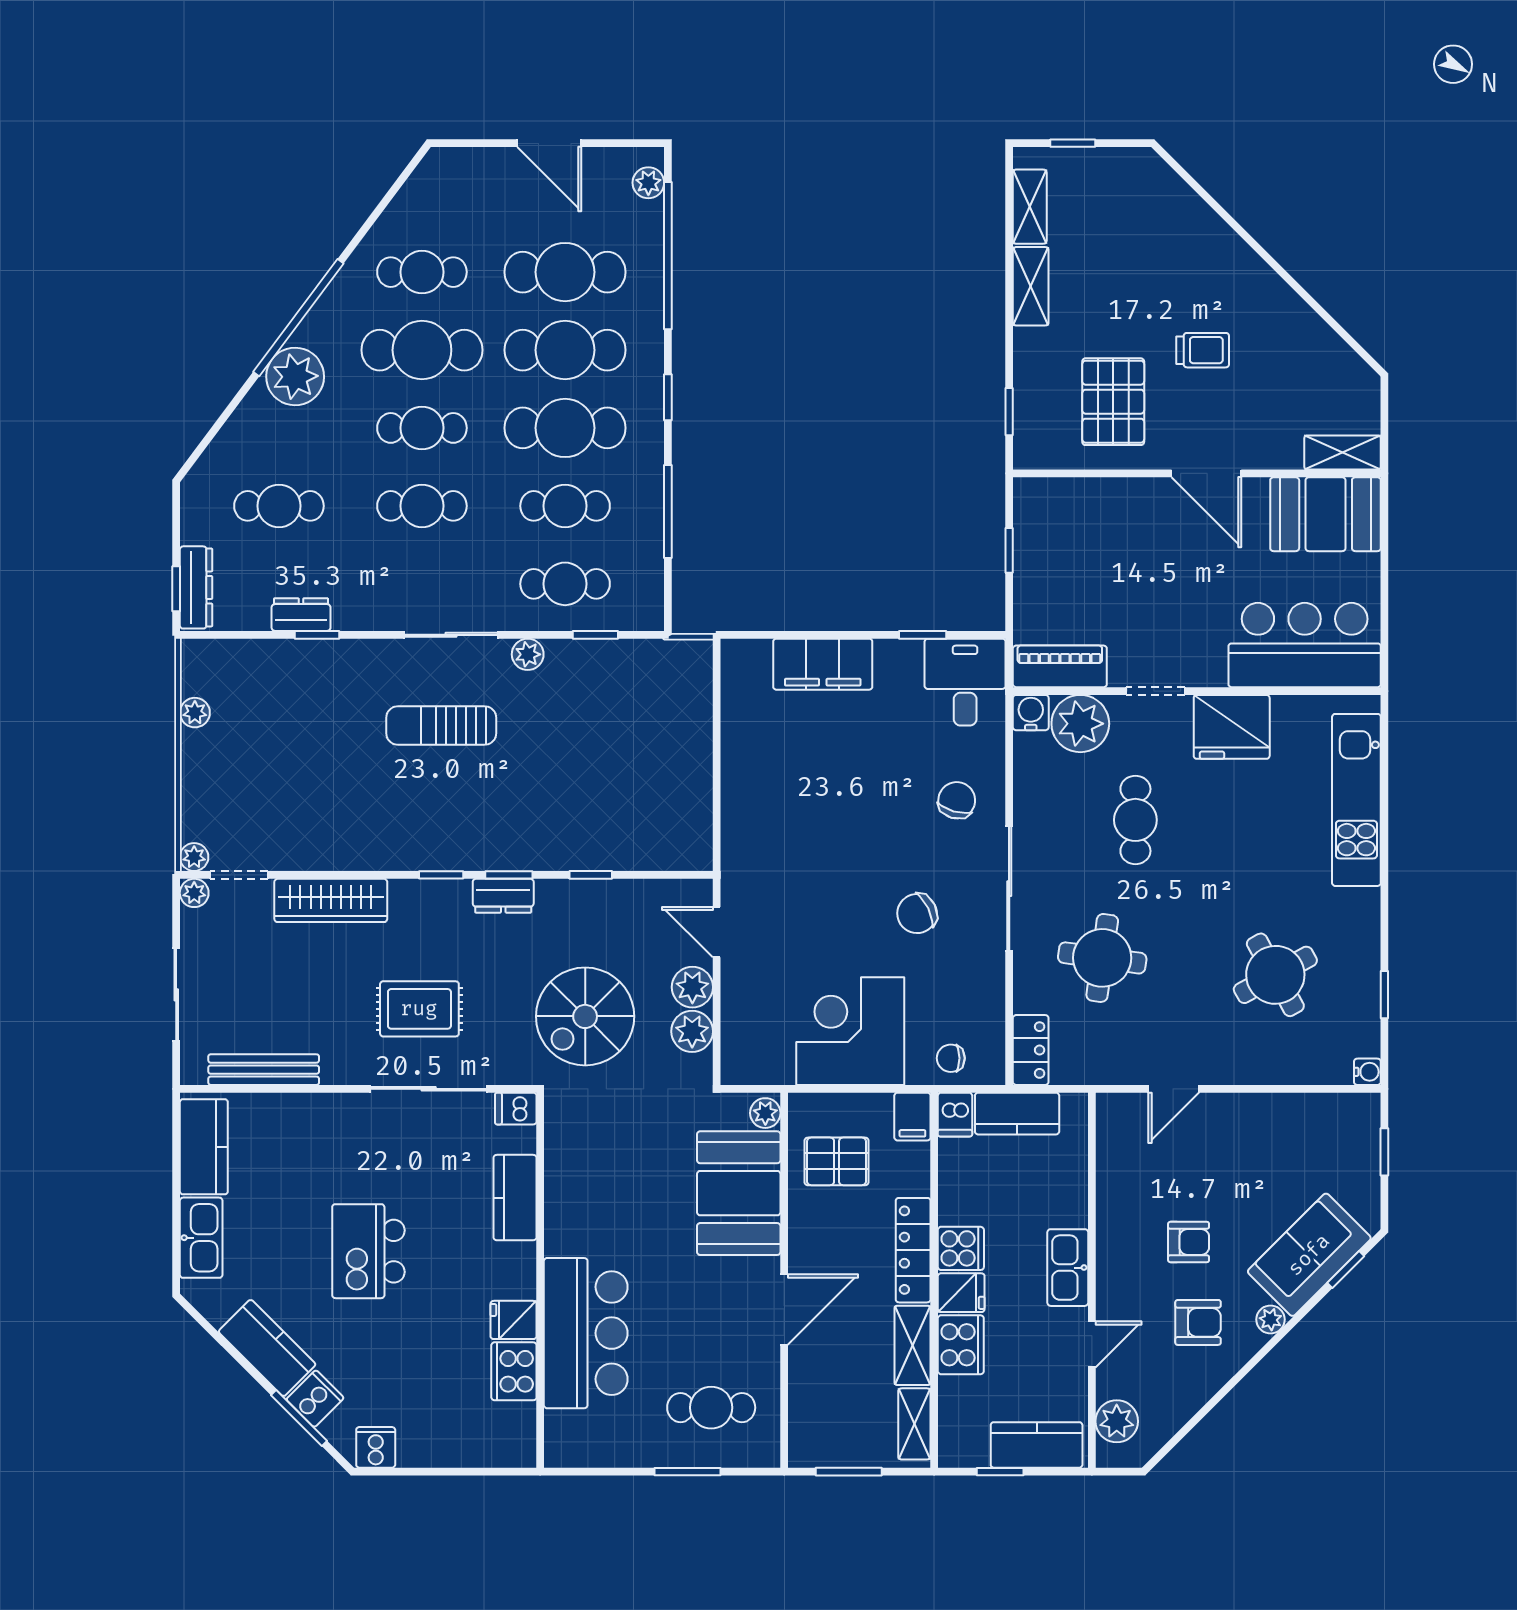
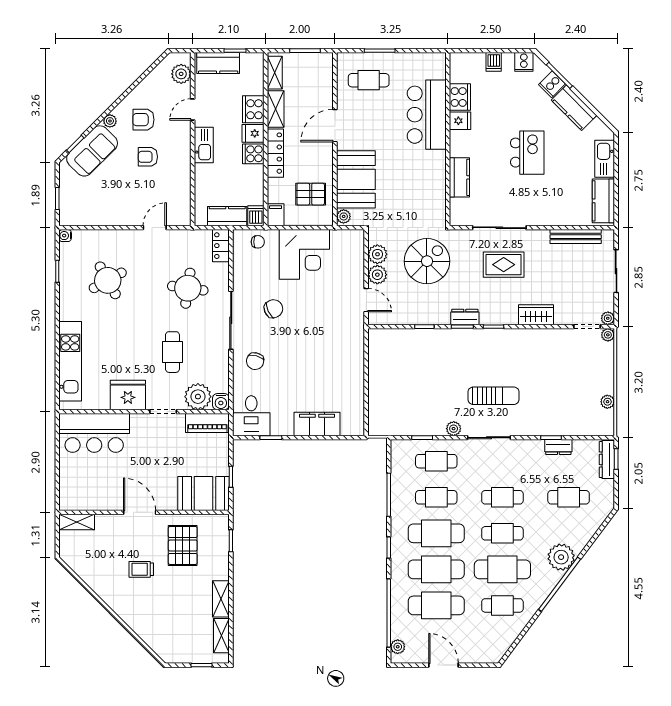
booth: (1326, 514) -> (204, 493), moved
wardrobe: (331, 900) -> (536, 315), width x0.67
dishwasher: (516, 1109) -> (494, 62), moved, turned 90

